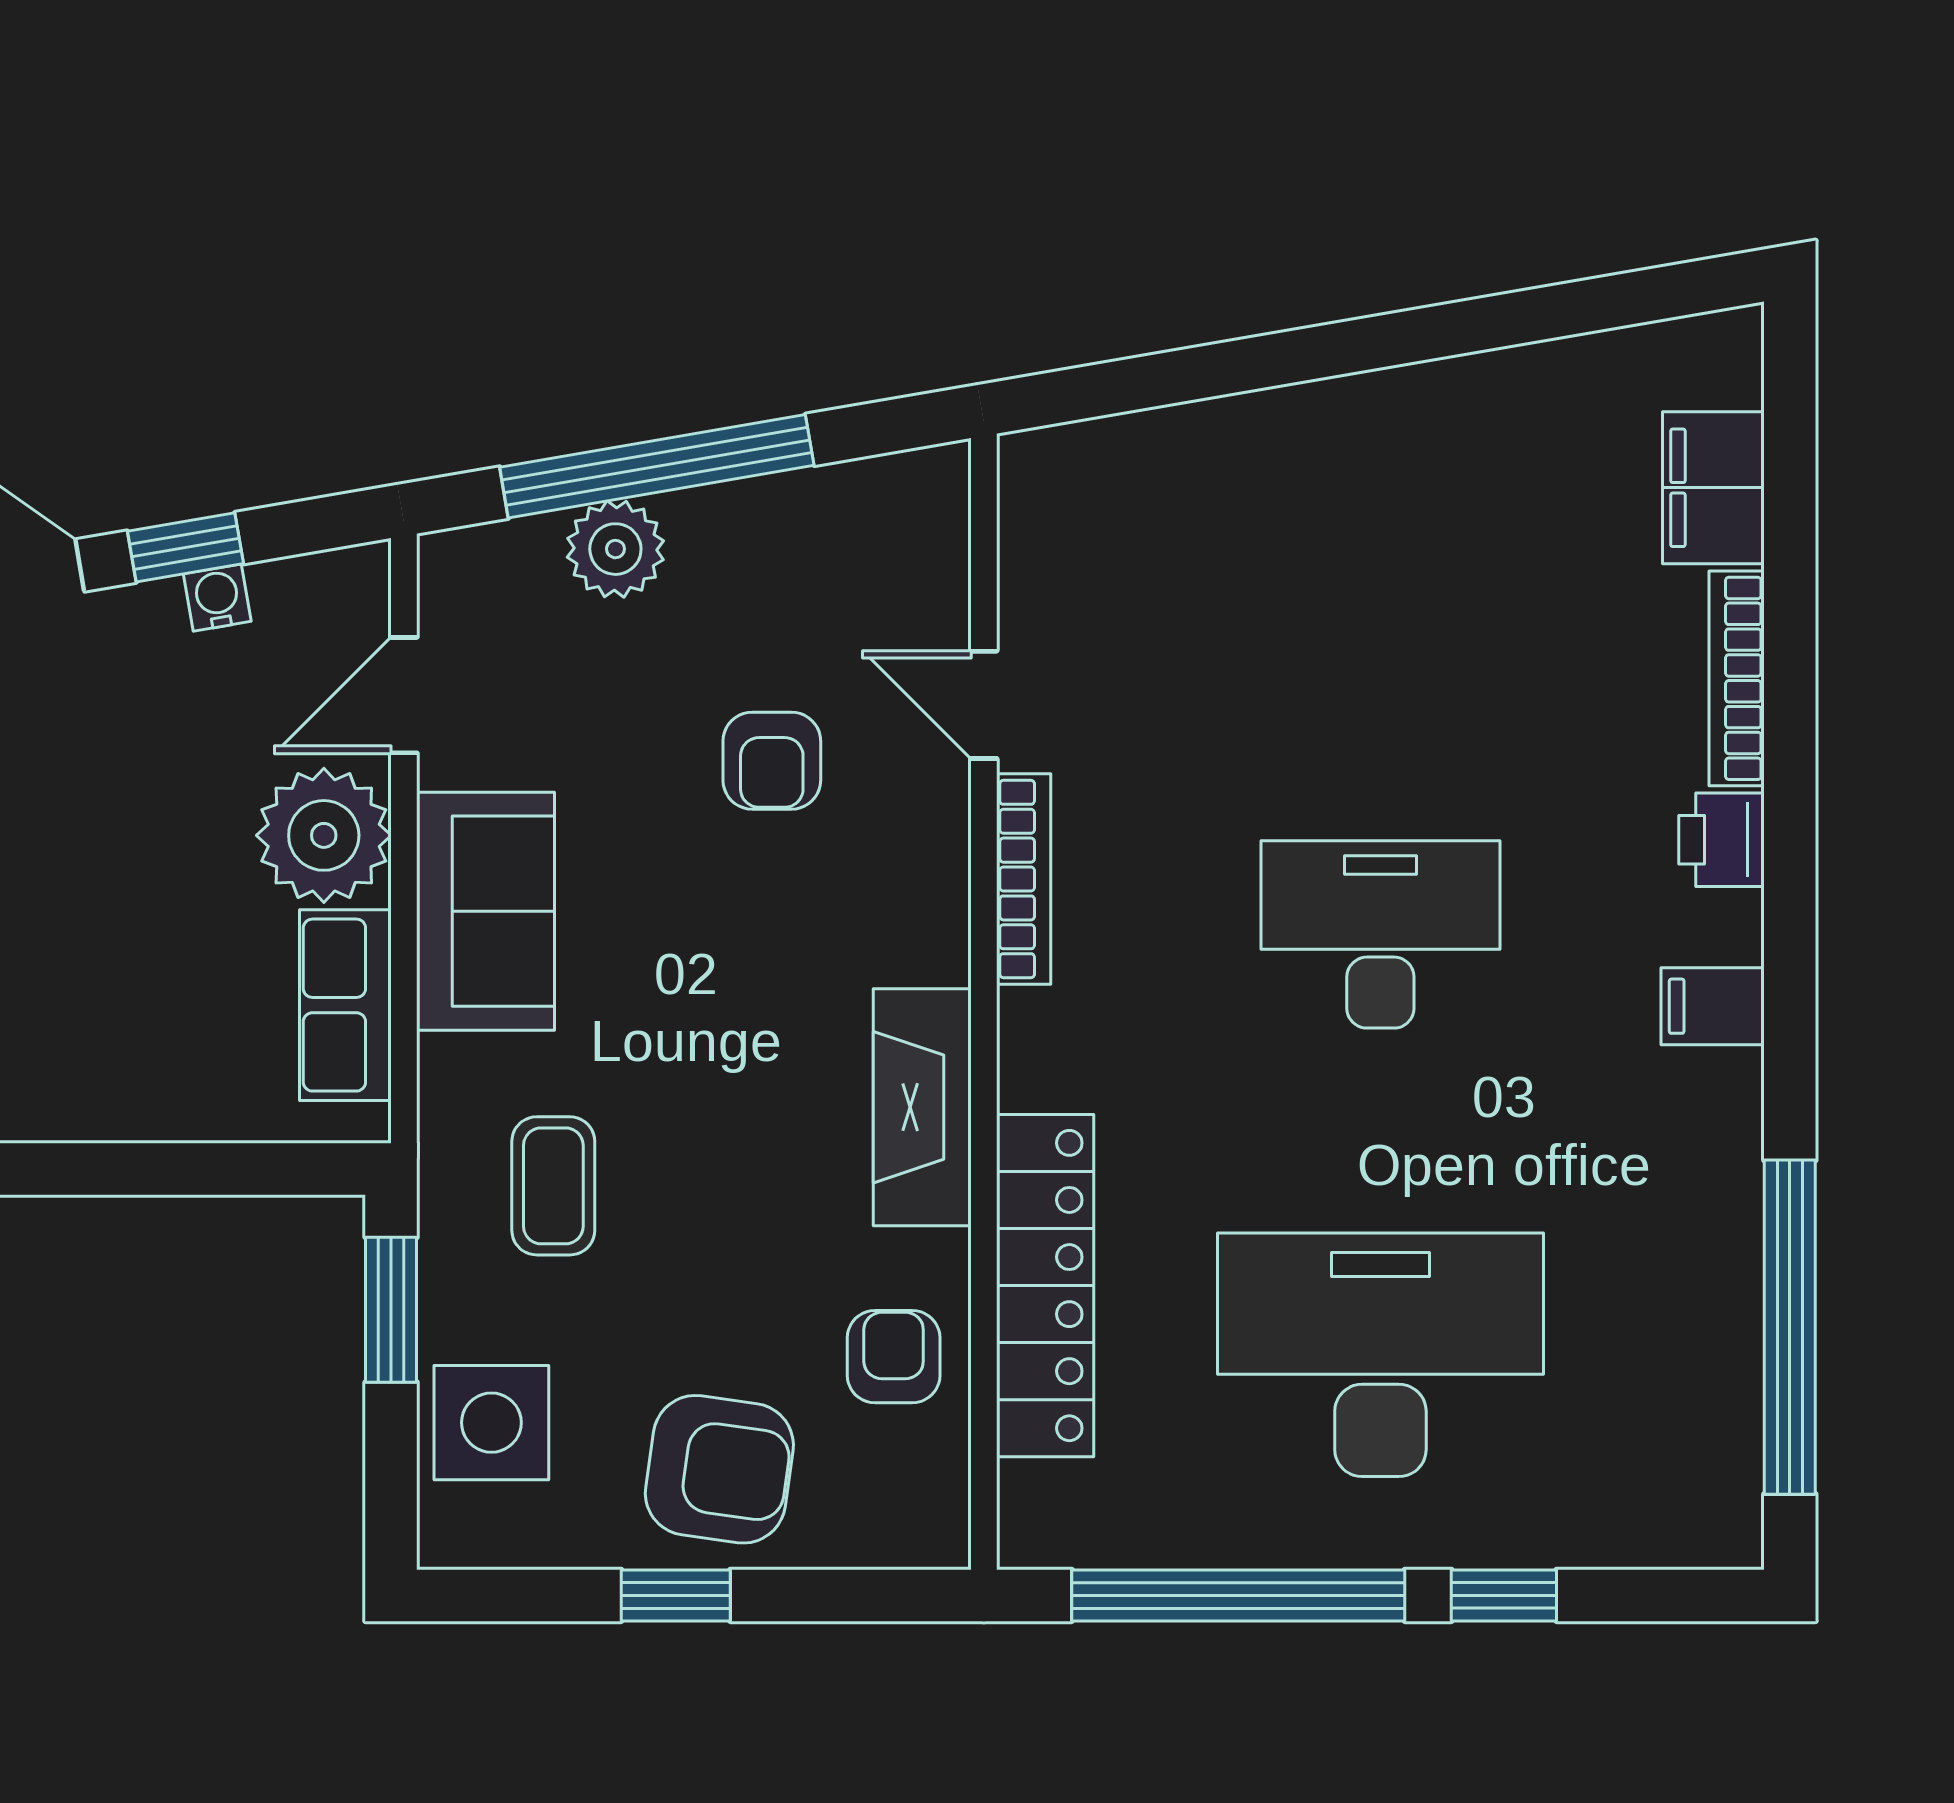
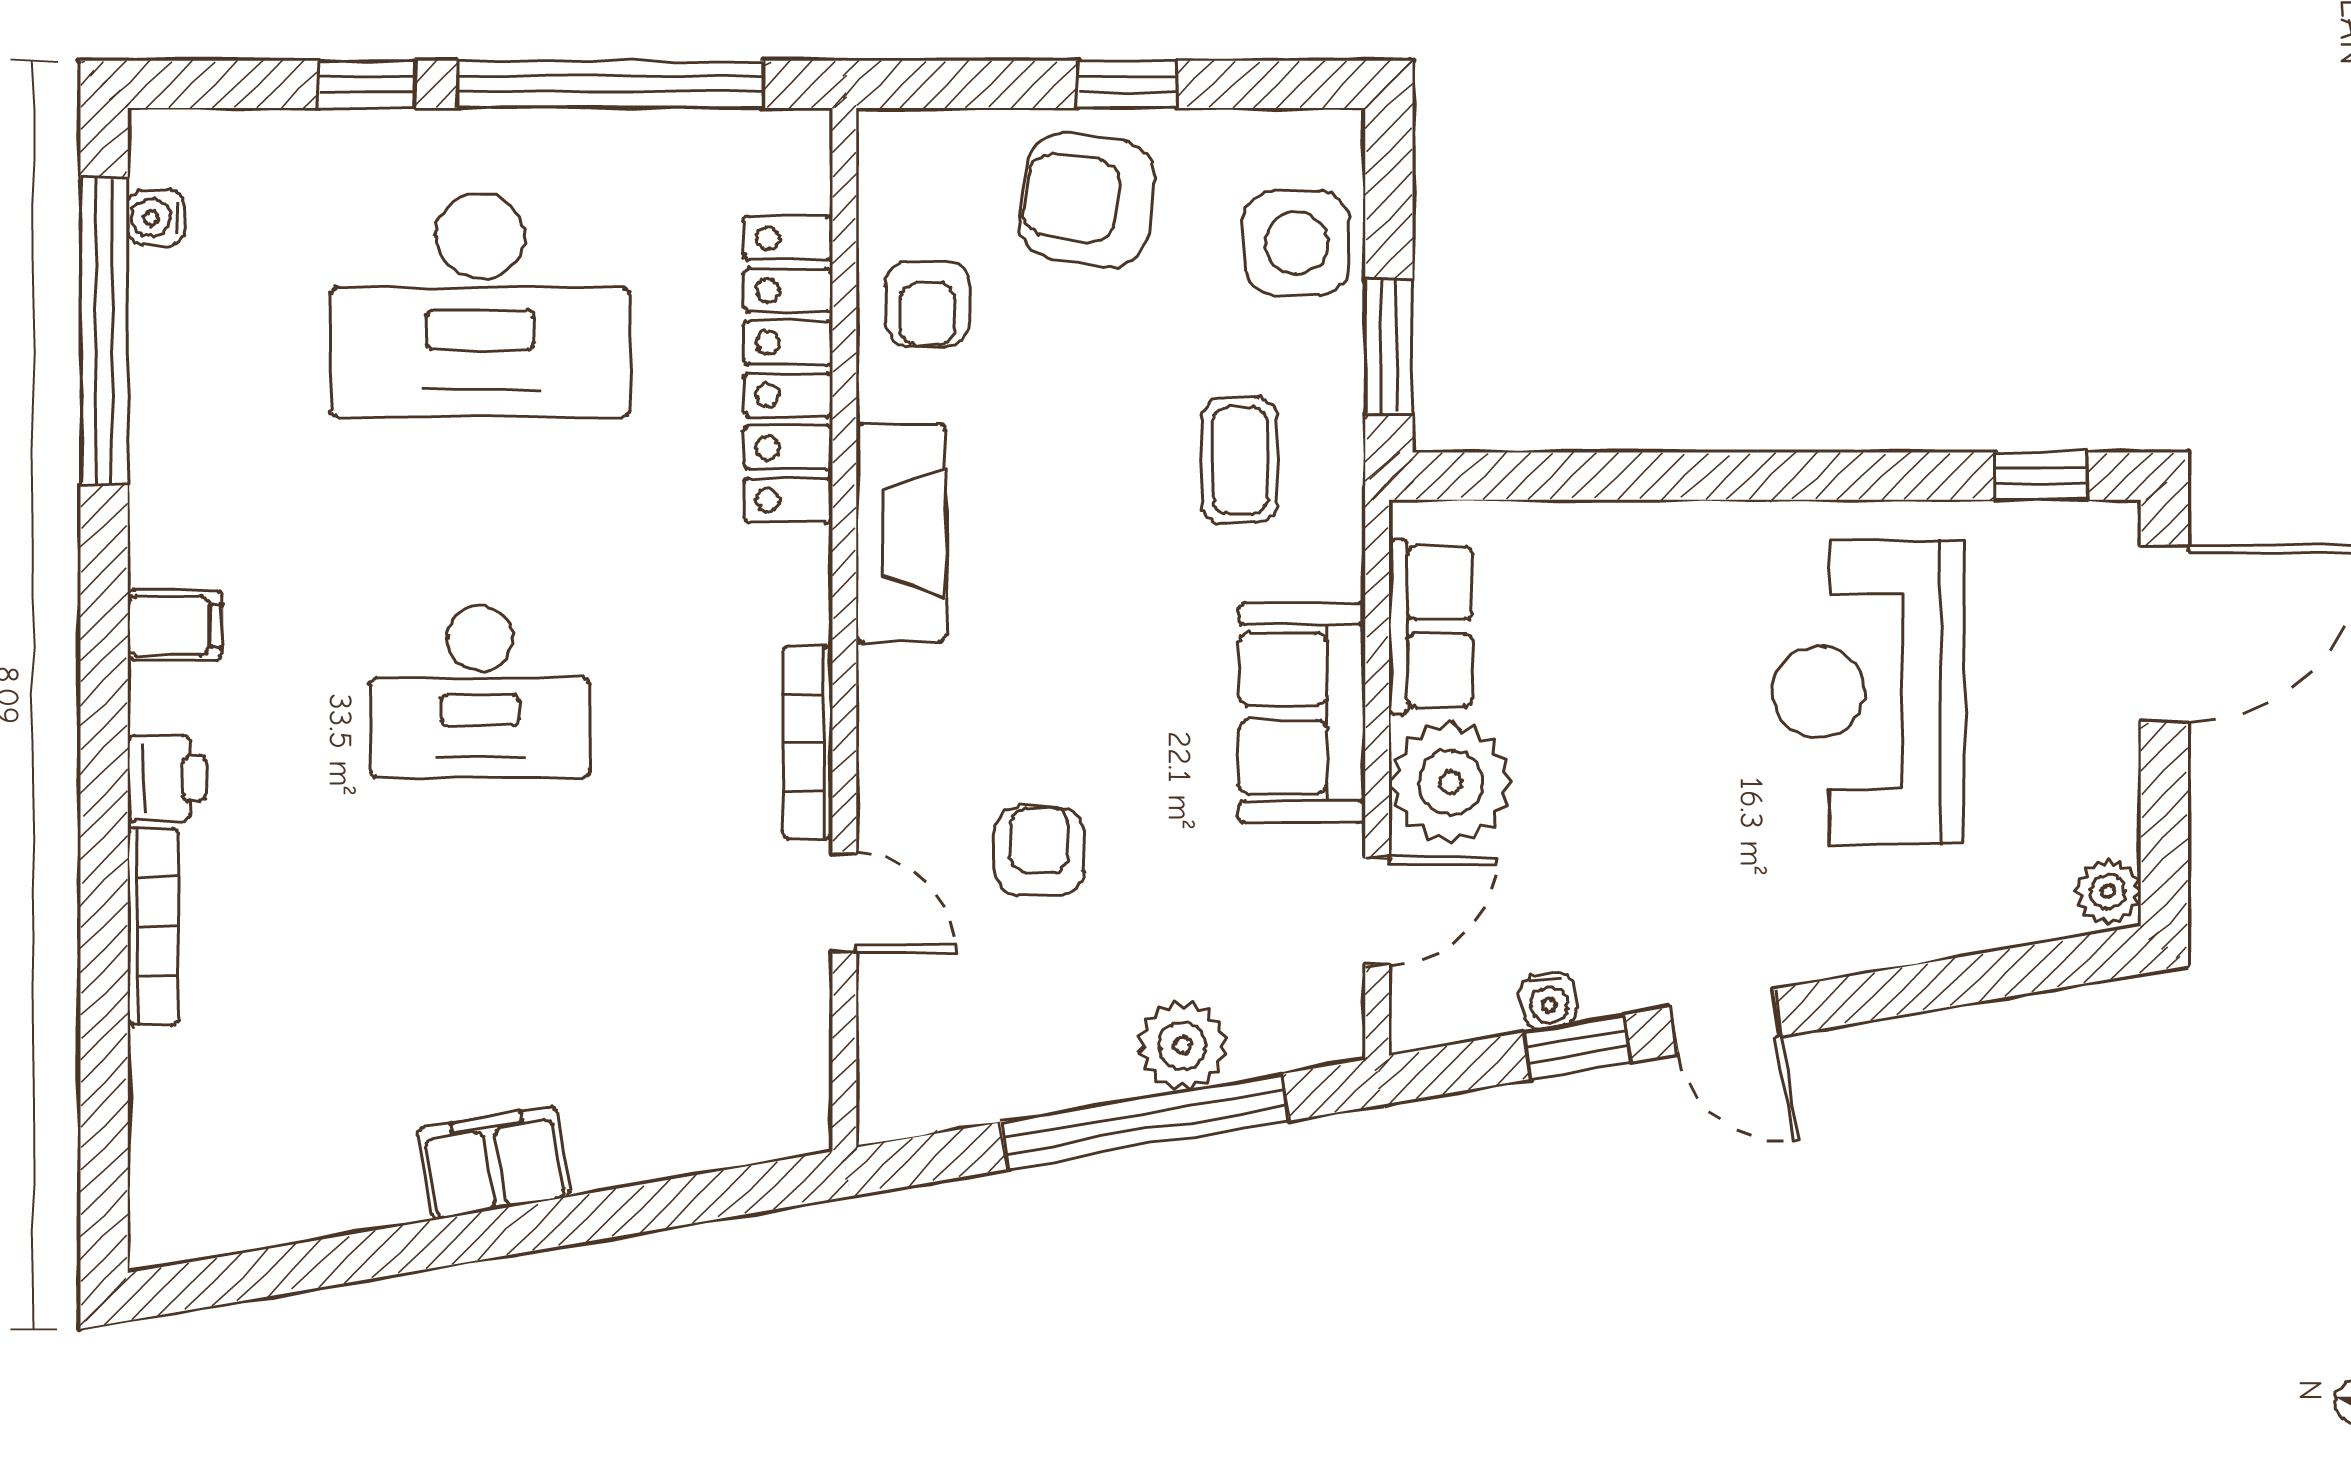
filing cabinet: (1713, 488) -> (494, 1163), moved, turned -100
water cooler: (1734, 1450) -> (156, 218), added

